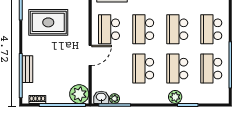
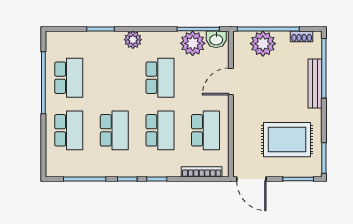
door: (90, 55) -> (231, 81), moved
bench: (27, 69) -> (315, 83), width x1.36
school desk: (177, 69) -> (114, 78), removed
plant: (79, 94) -> (263, 44), moved
plant: (175, 97) -> (133, 40), moved
plant: (114, 99) -> (193, 43), width x1.88, depth x1.88

